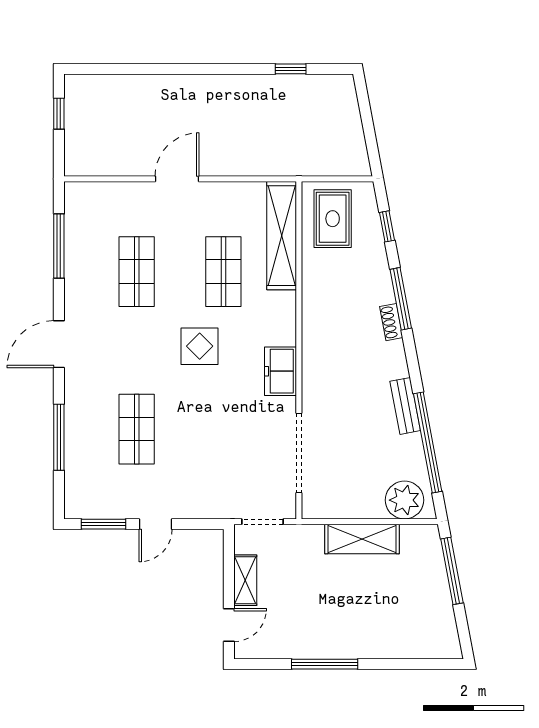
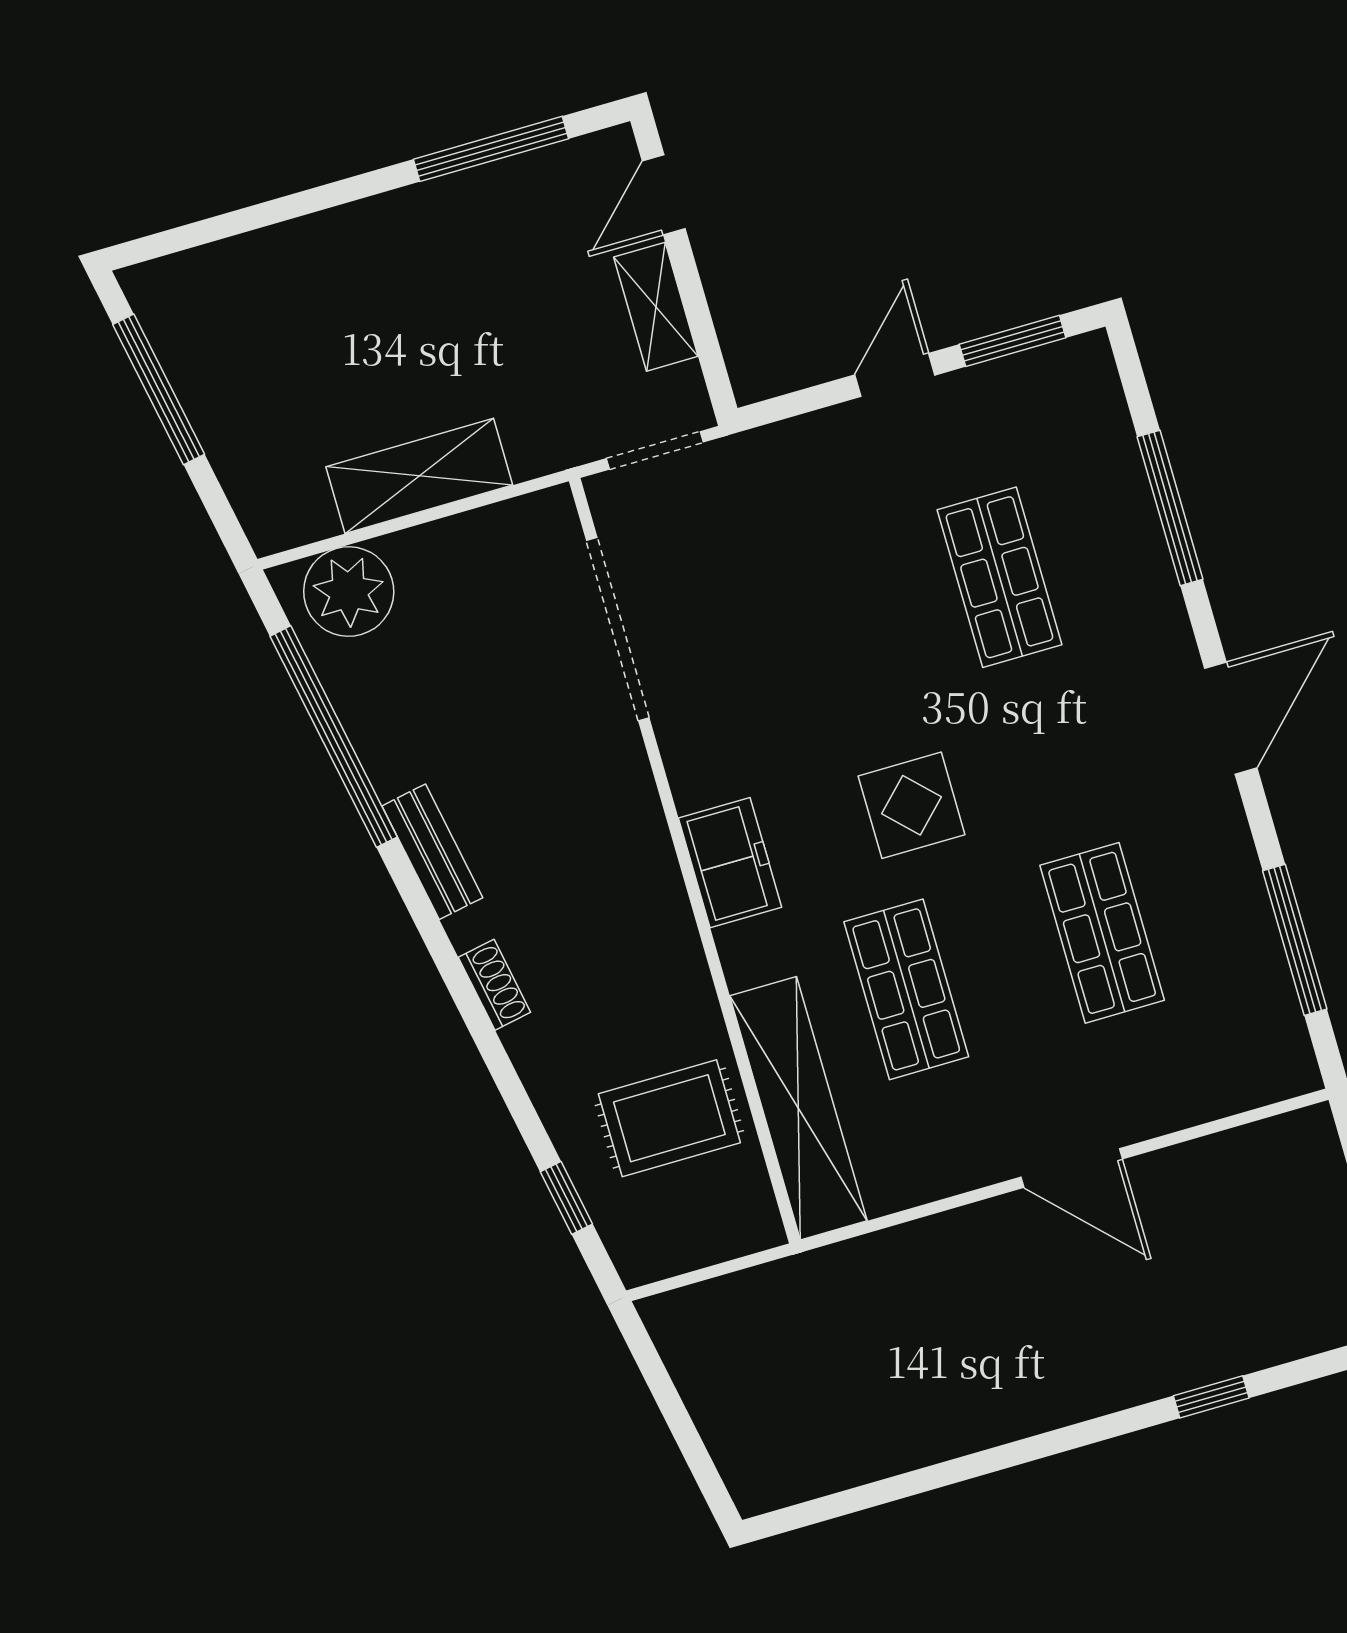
window: (291, 69) -> (1211, 1397), moved
door: (177, 179) -> (1072, 1168), hinge flipped
rug: (333, 219) -> (669, 1118), moved, turned 90
window: (401, 299) -> (488, 1043), removed
freezer: (281, 371) -> (730, 863), moved
bench: (405, 406) -> (432, 852), moved
window: (452, 571) -> (159, 389), moved
window: (325, 664) -> (491, 149), moved

